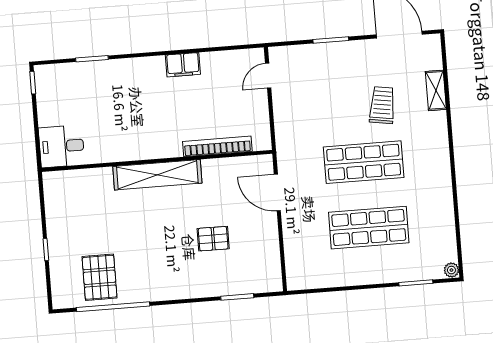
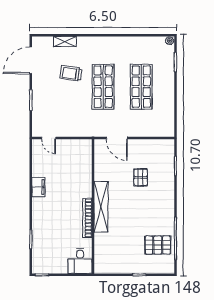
bookcase: (217, 146) -> (87, 218), moved
door: (277, 193) -> (117, 138), hinge flipped

